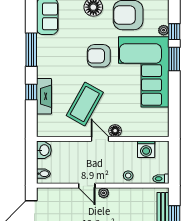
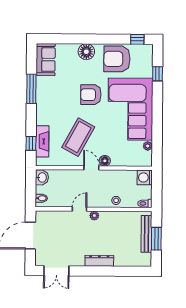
plant: (164, 30) -> (148, 146), moved
window: (174, 59) -> (157, 98), removed
window: (31, 92) -> (31, 143), moved
fireplace: (44, 96) -> (42, 141), moved
washing machine: (146, 149) -> (145, 177), moved, turned 90
door: (87, 186) -> (80, 209), swing flipped

